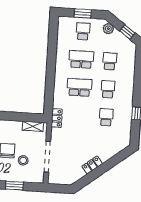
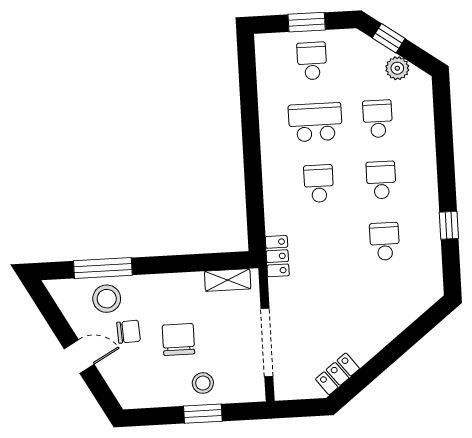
plant: (108, 29) -> (397, 68), moved
window: (127, 32) -> (389, 38), moved
school desk: (79, 87) -> (319, 184), width x0.54
stool: (23, 160) -> (203, 383), moved
locker: (92, 165) -> (338, 374), moved

